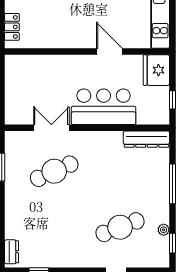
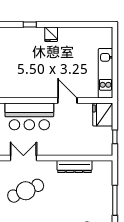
bar counter: (104, 107) -> (29, 116), moved, turned 180
dresser: (146, 139) -> (74, 166), moved

